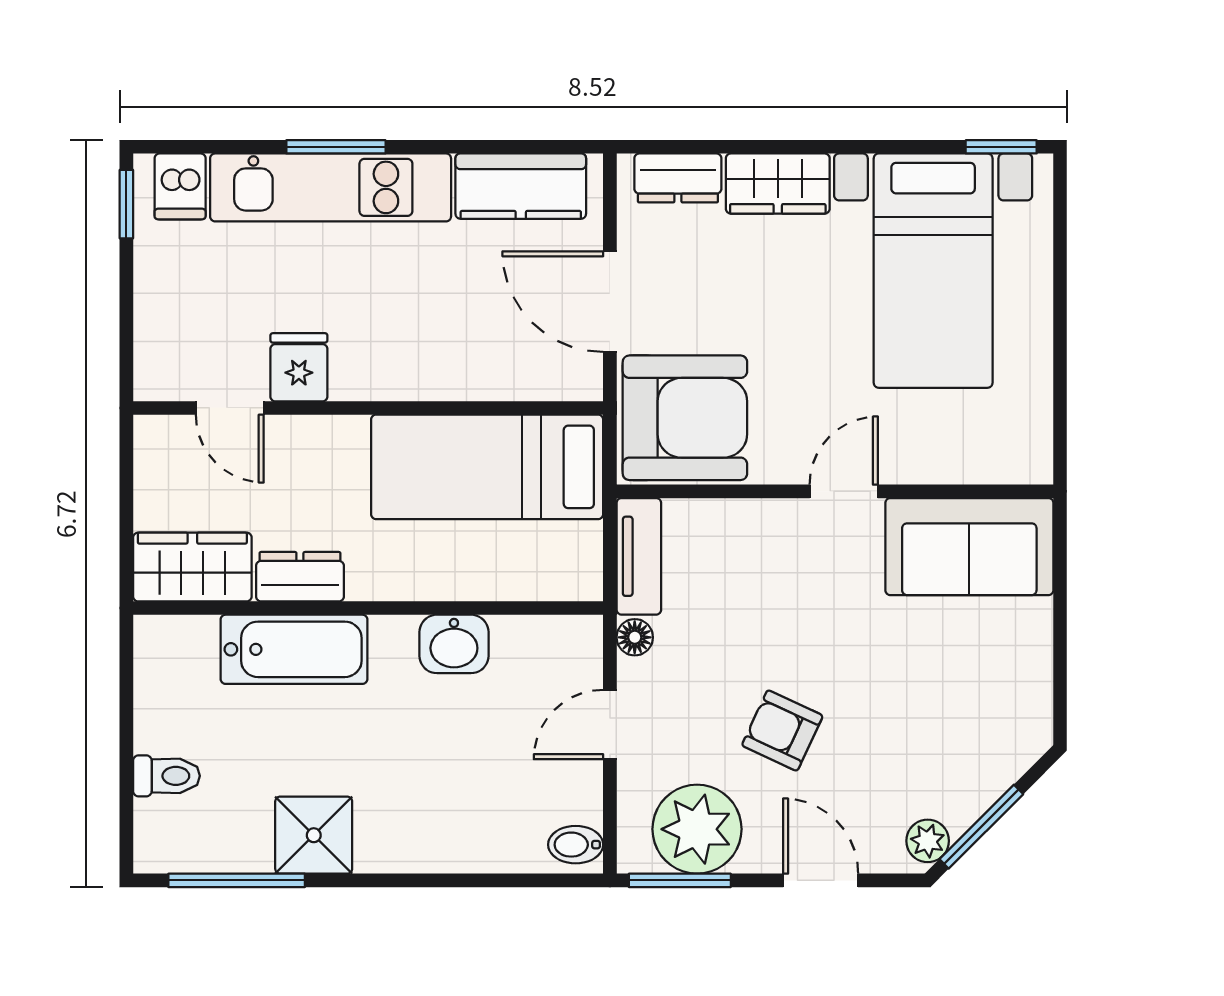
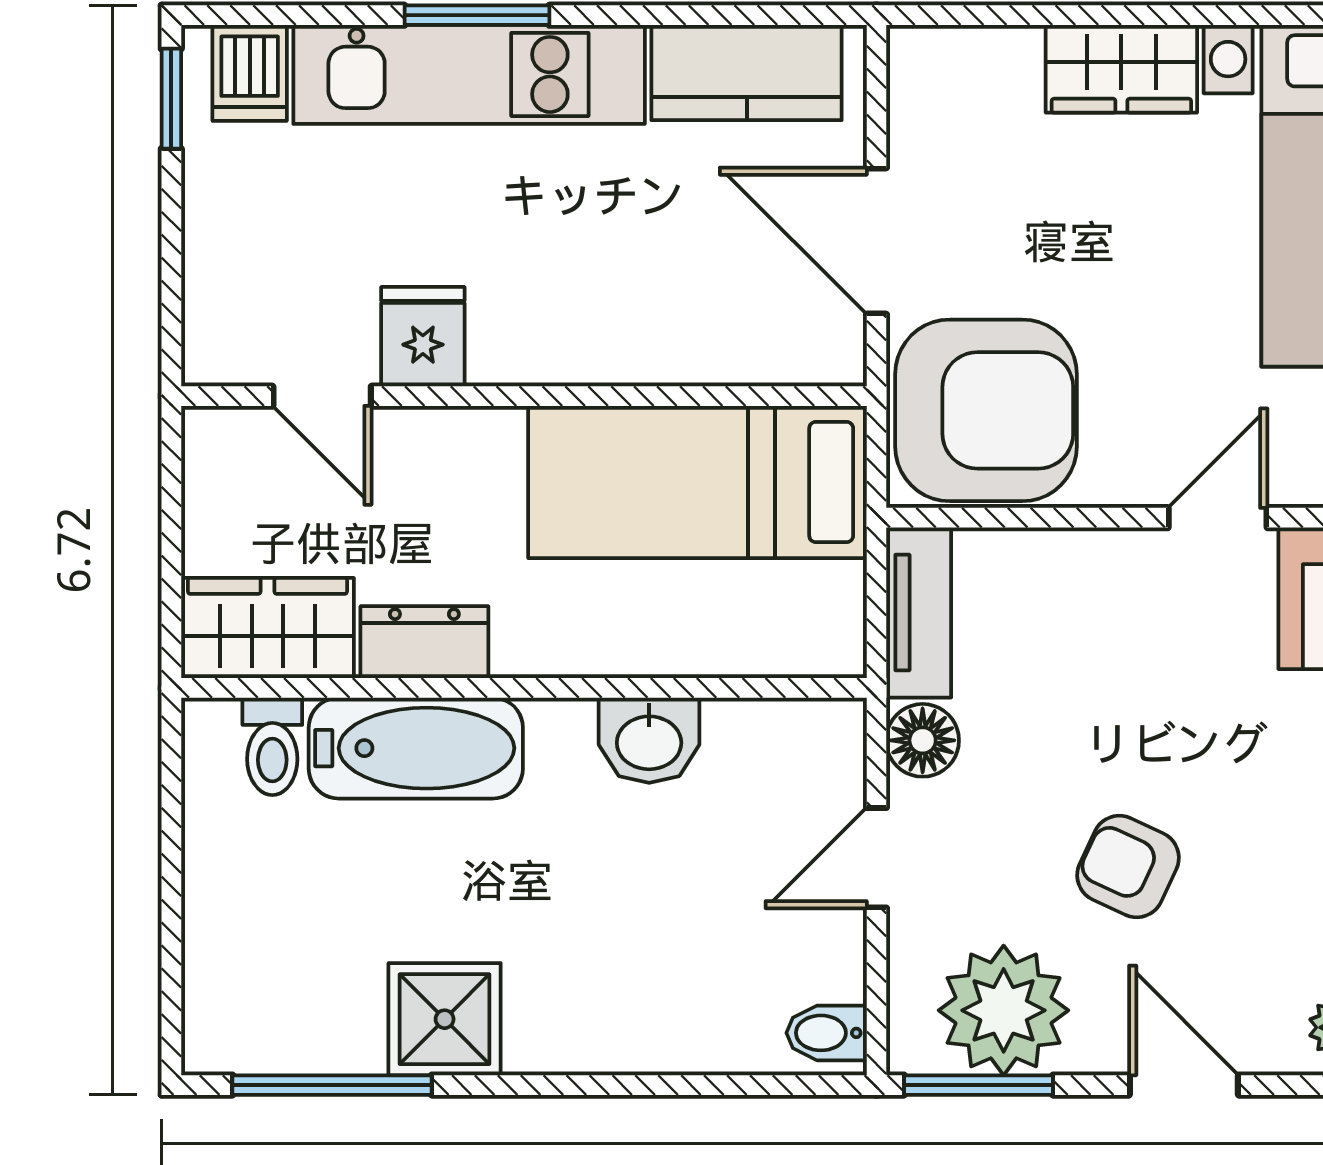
dresser: (678, 178) -> (976, 61), removed
floor lamp: (635, 637) -> (923, 740), width x1.37, depth x1.37
toilet: (166, 776) -> (272, 746), moved, turned 90

